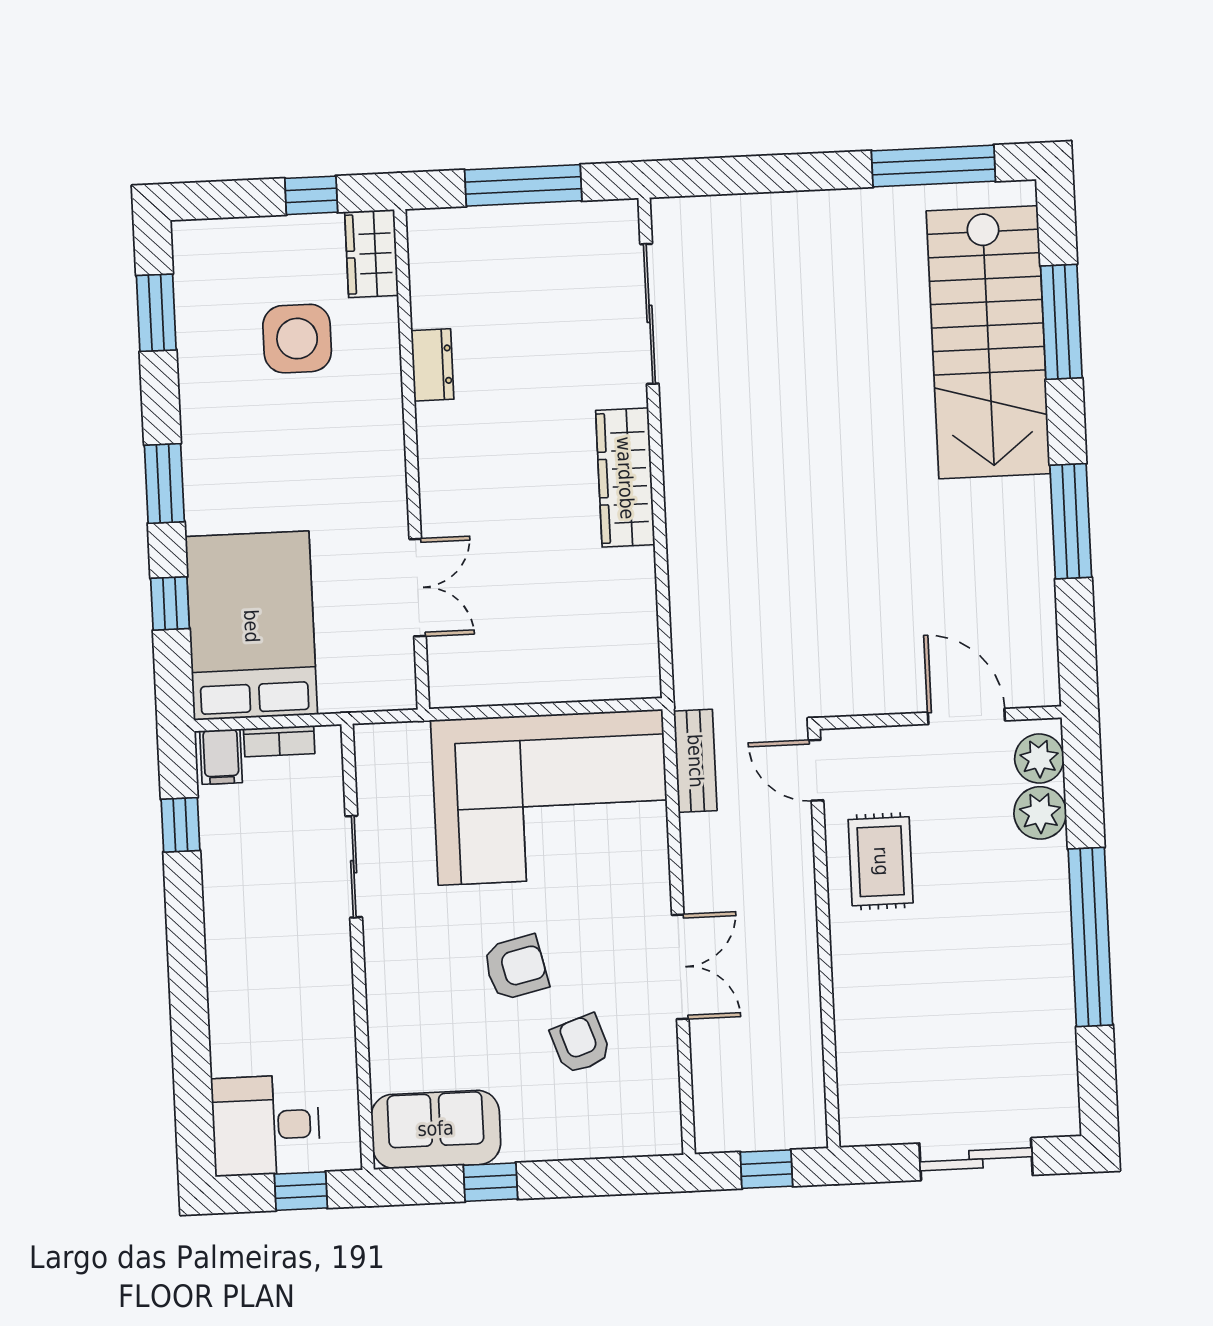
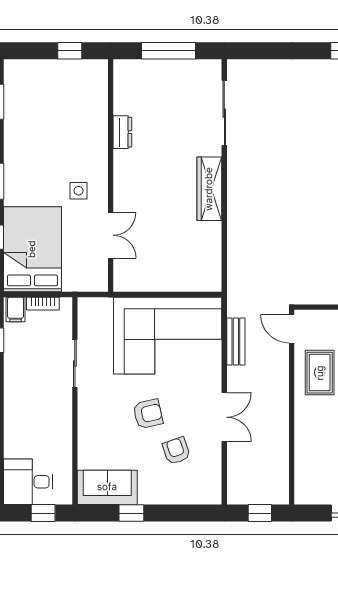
wardrobe: (371, 254) -> (96, 79), removed
side table: (297, 339) -> (78, 191), moved, width x0.54, depth x0.54
bench: (695, 761) -> (236, 342), moved

